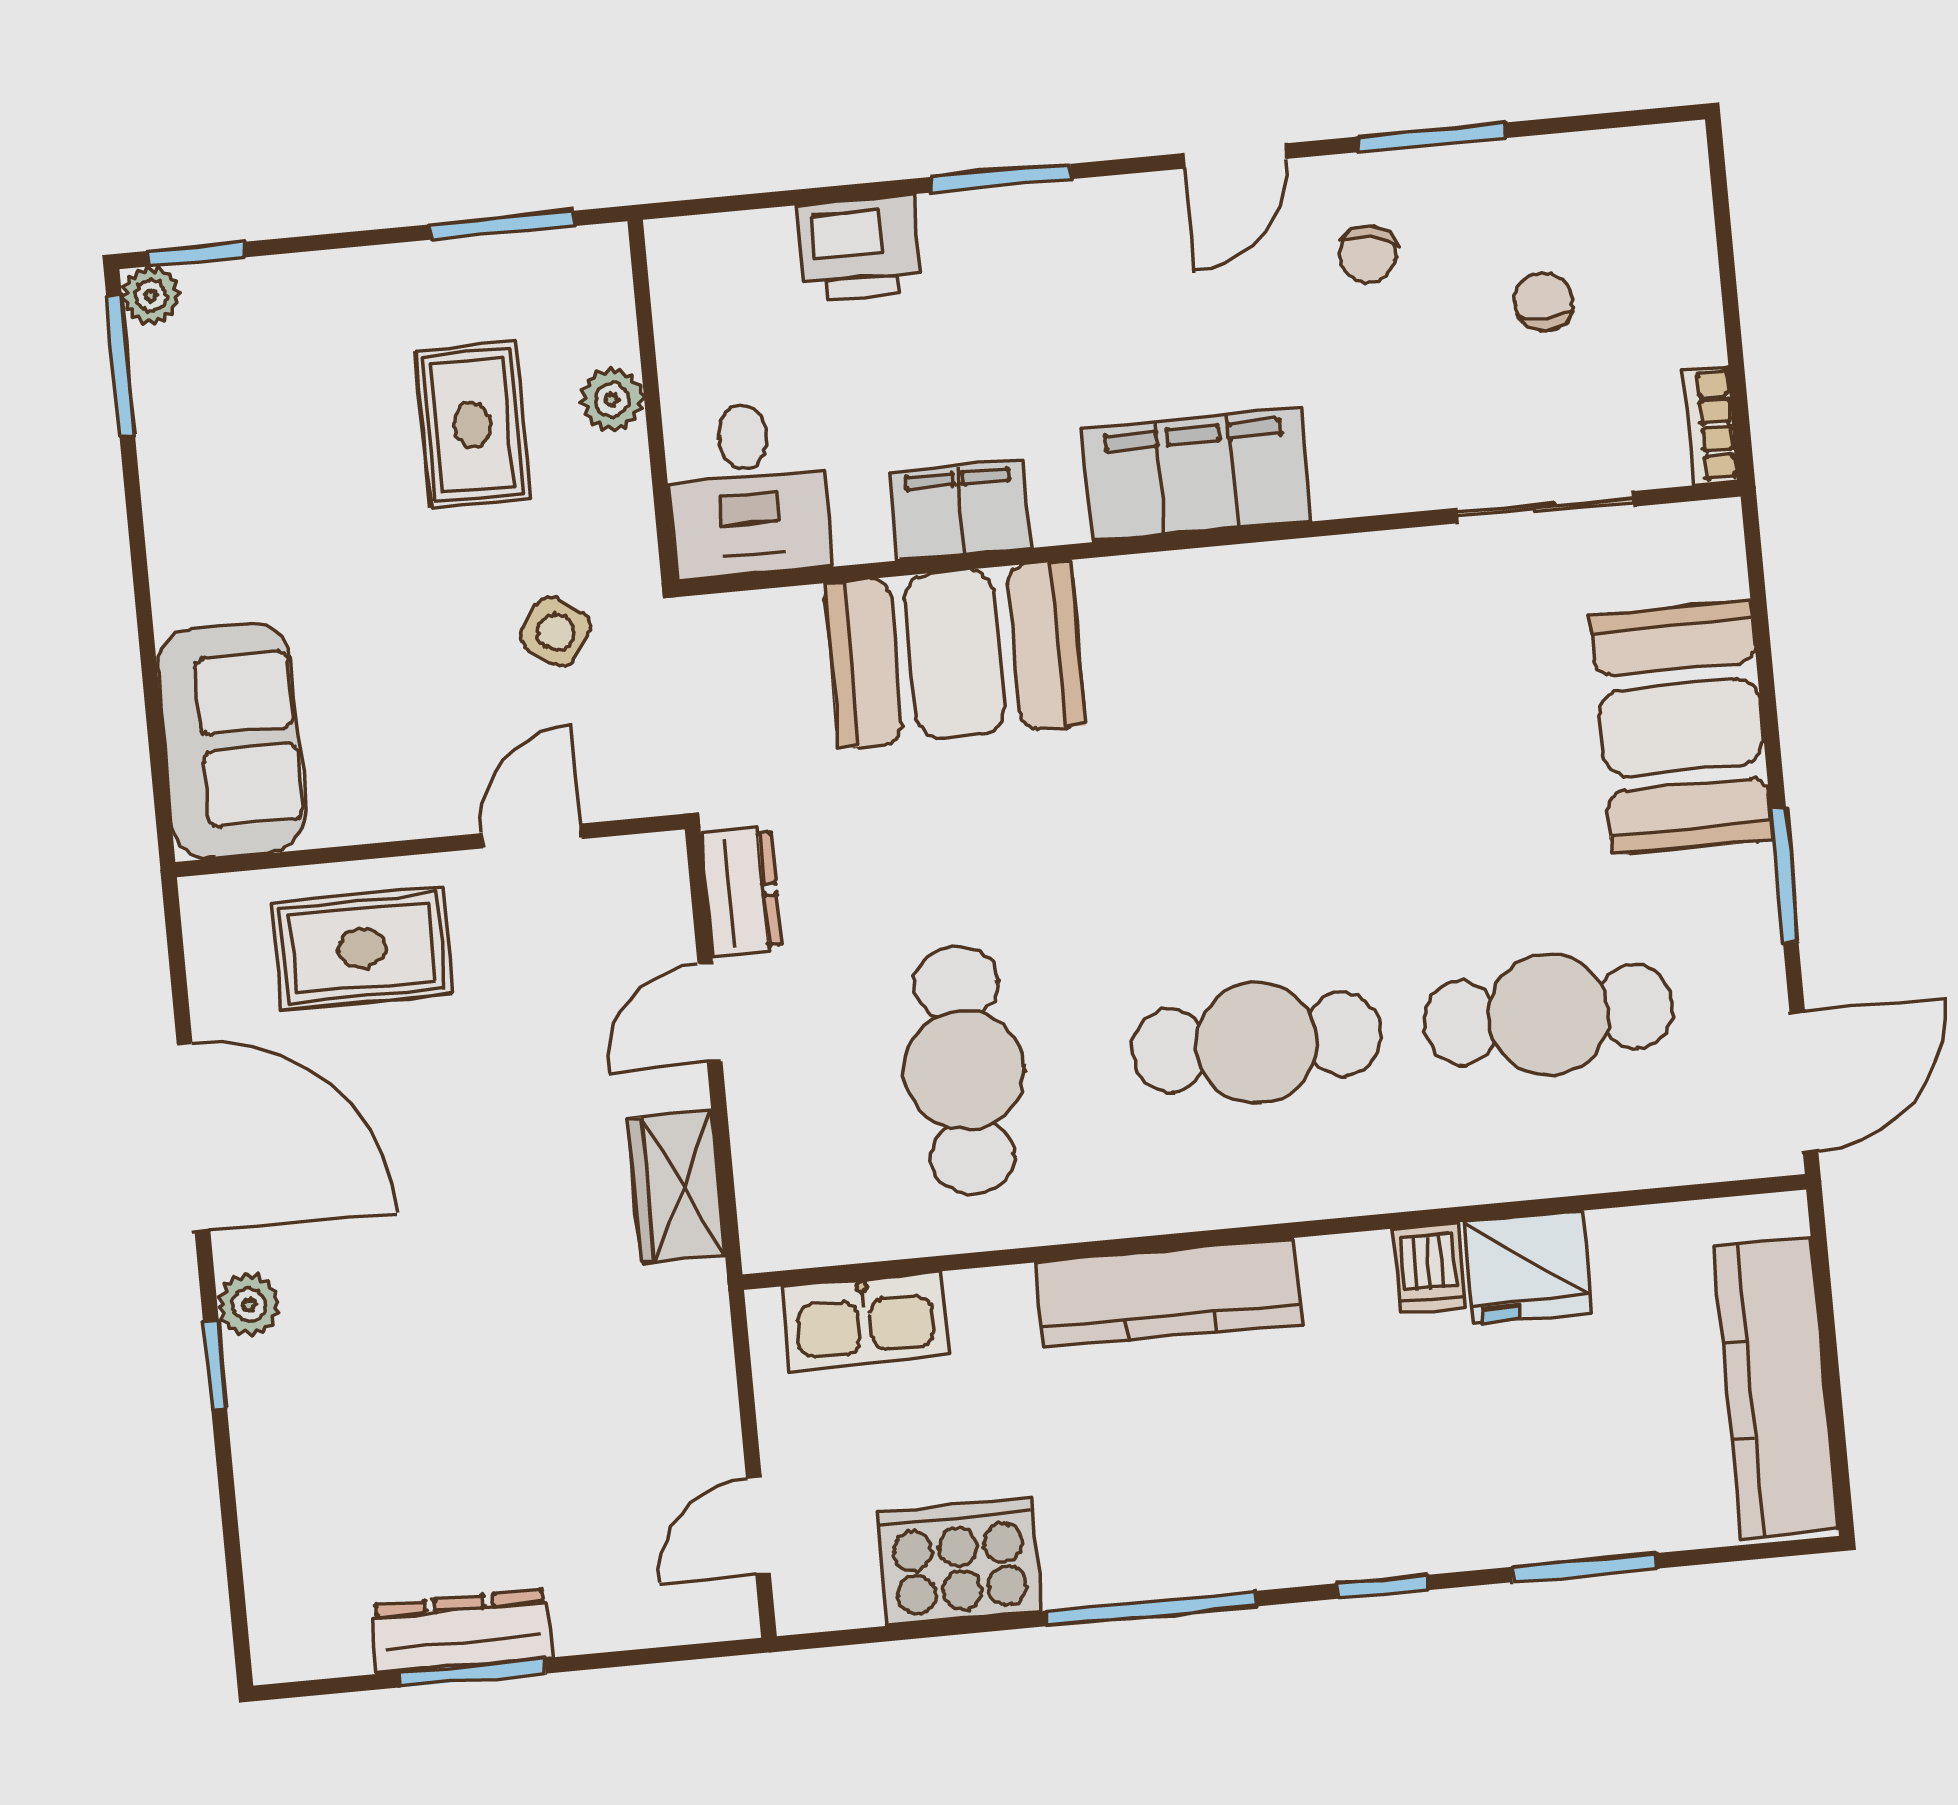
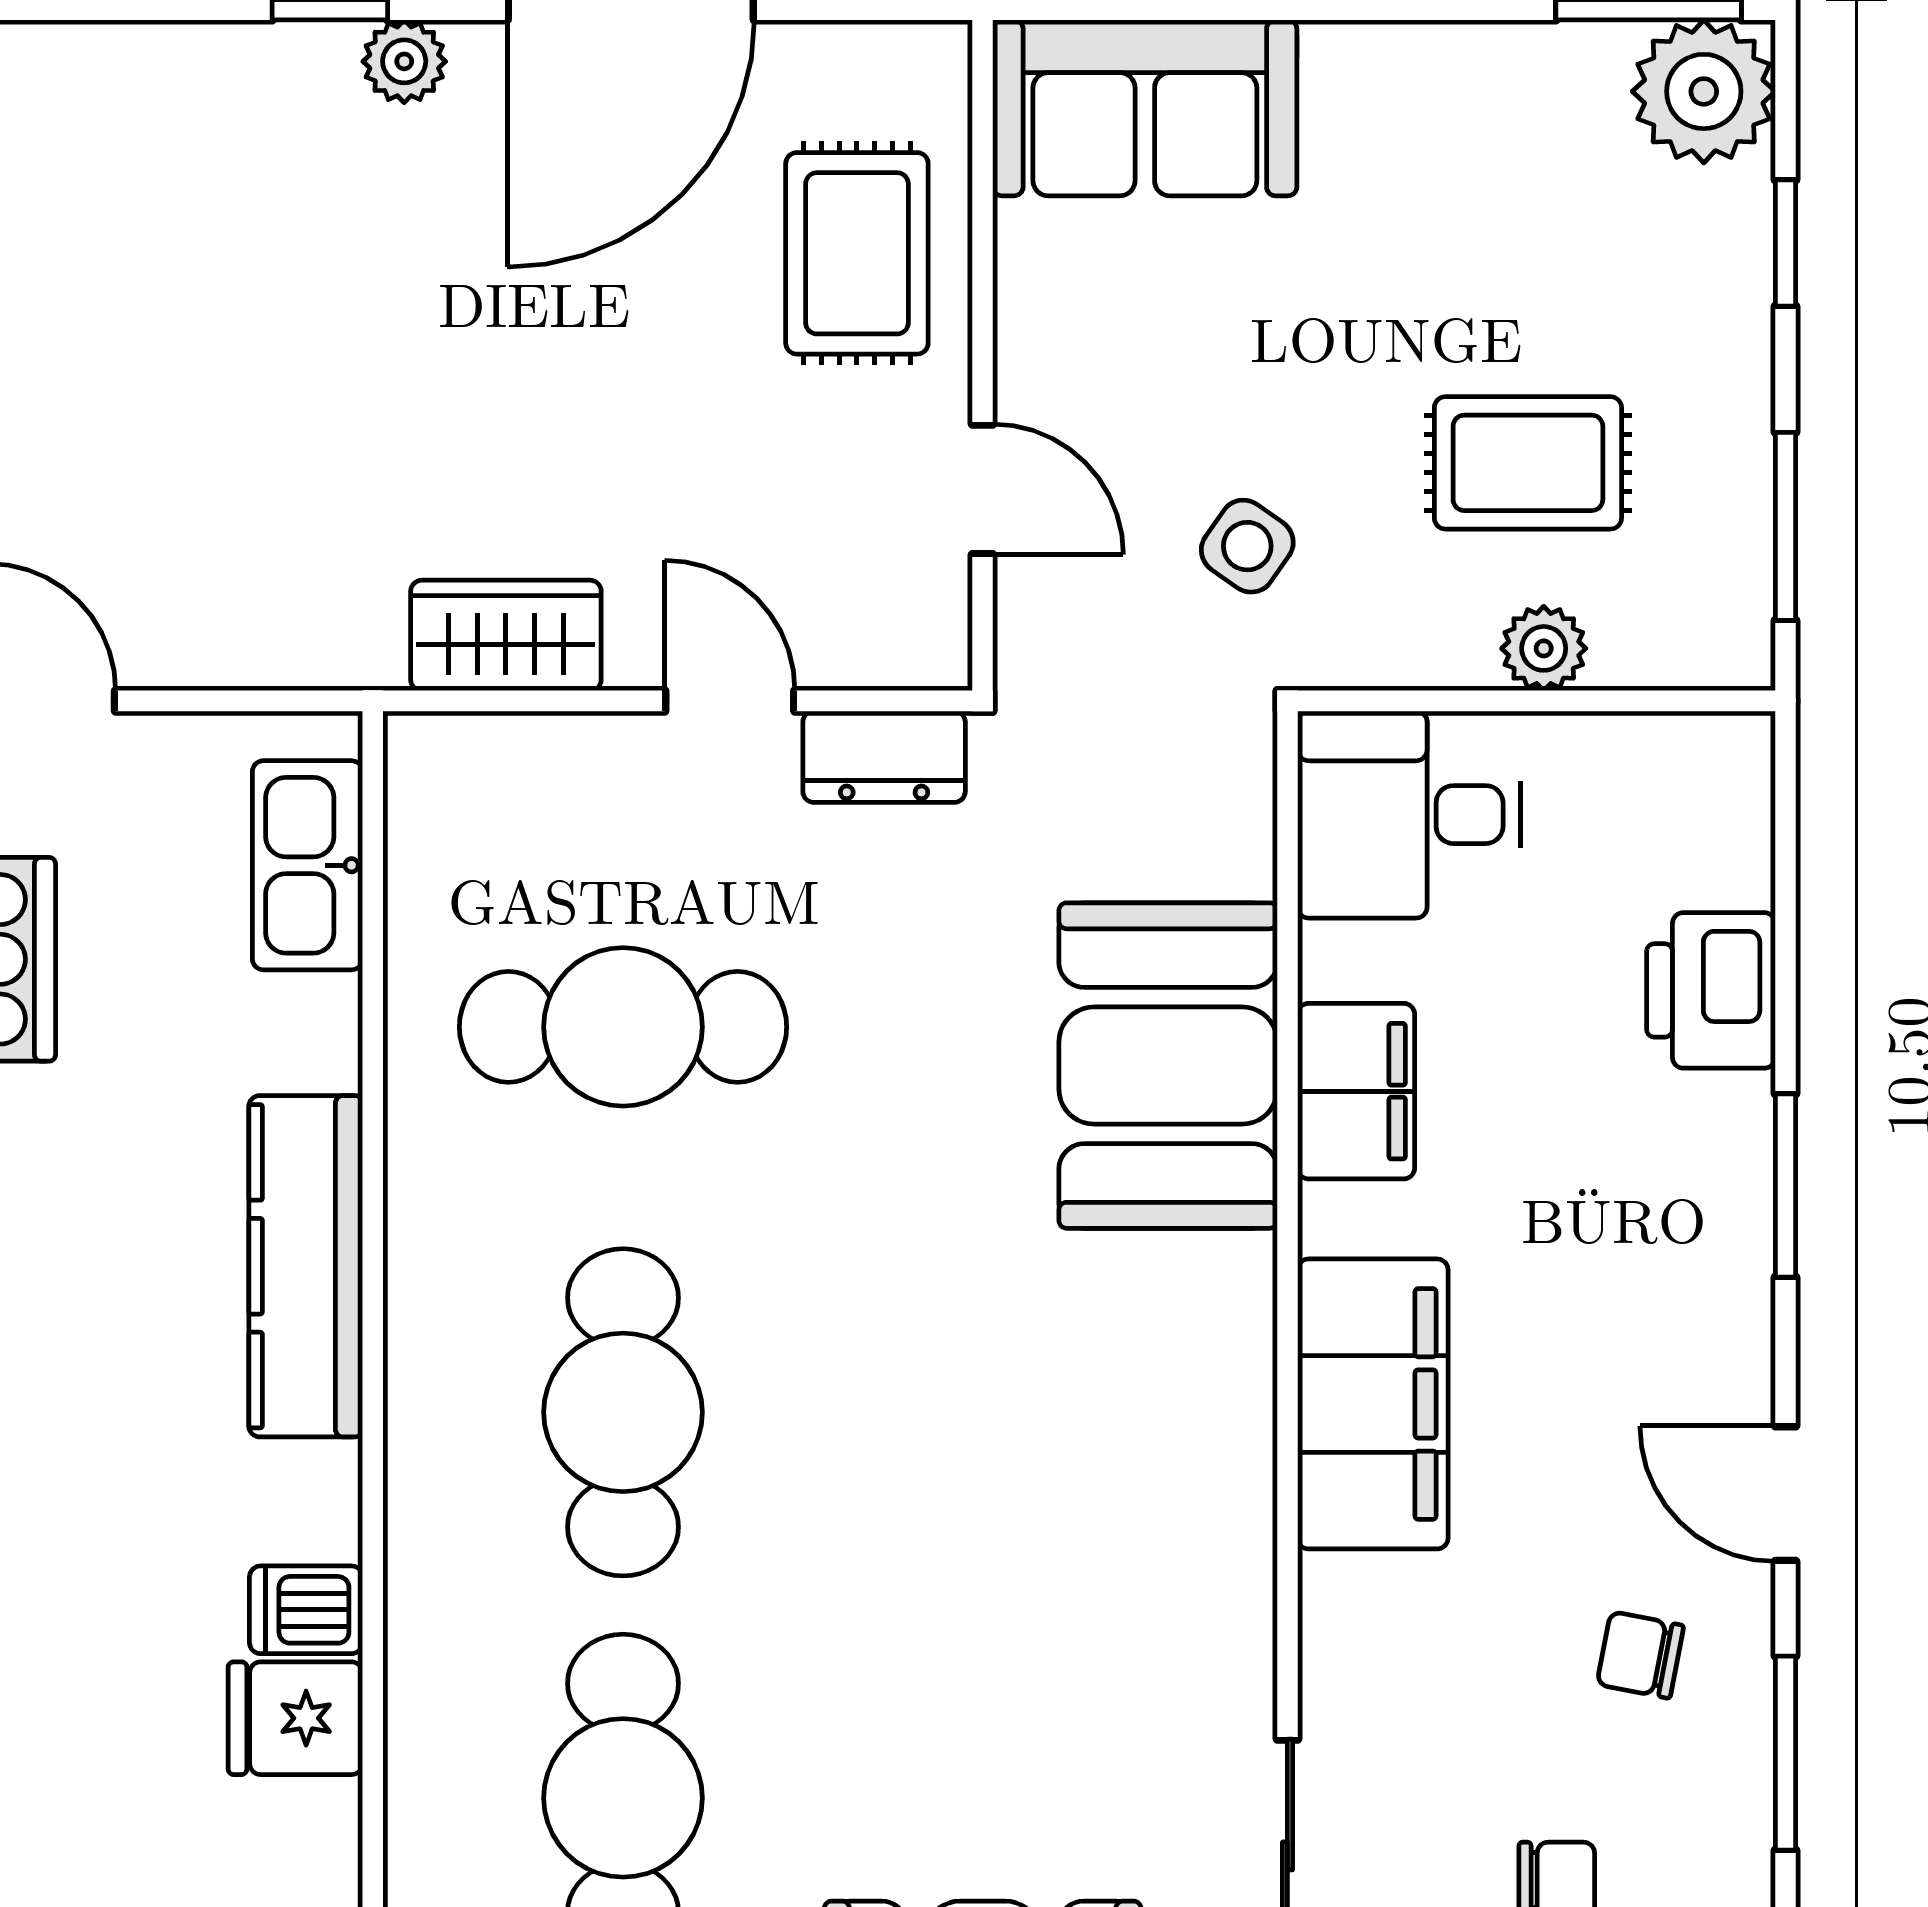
window: (196, 254) -> (1785, 243), moved
plant: (151, 295) -> (1704, 91), width x1.87, depth x1.87
fridge: (1528, 1267) -> (295, 1718), width x0.72

